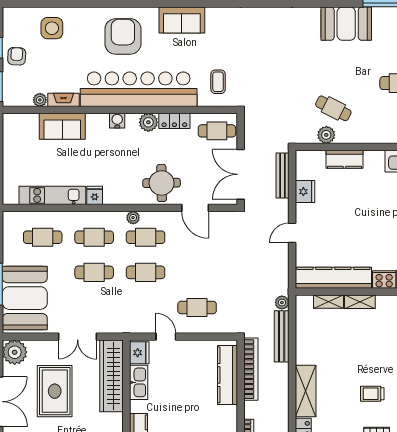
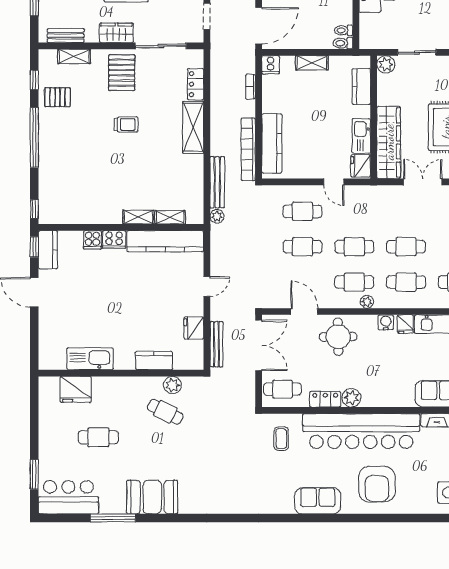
water cooler: (117, 121) -> (386, 322), moved, turned 180
cafe table: (197, 272) -> (302, 247), added

